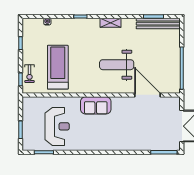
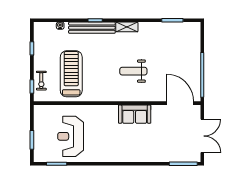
bench: (158, 24) -> (92, 28), moved
weight bench: (117, 65) -> (133, 71), width x0.73, depth x0.75
door: (147, 95) -> (180, 103), moved
sofa: (96, 105) -> (135, 114), moved
reception desk: (57, 126) -> (71, 136), turned 180

